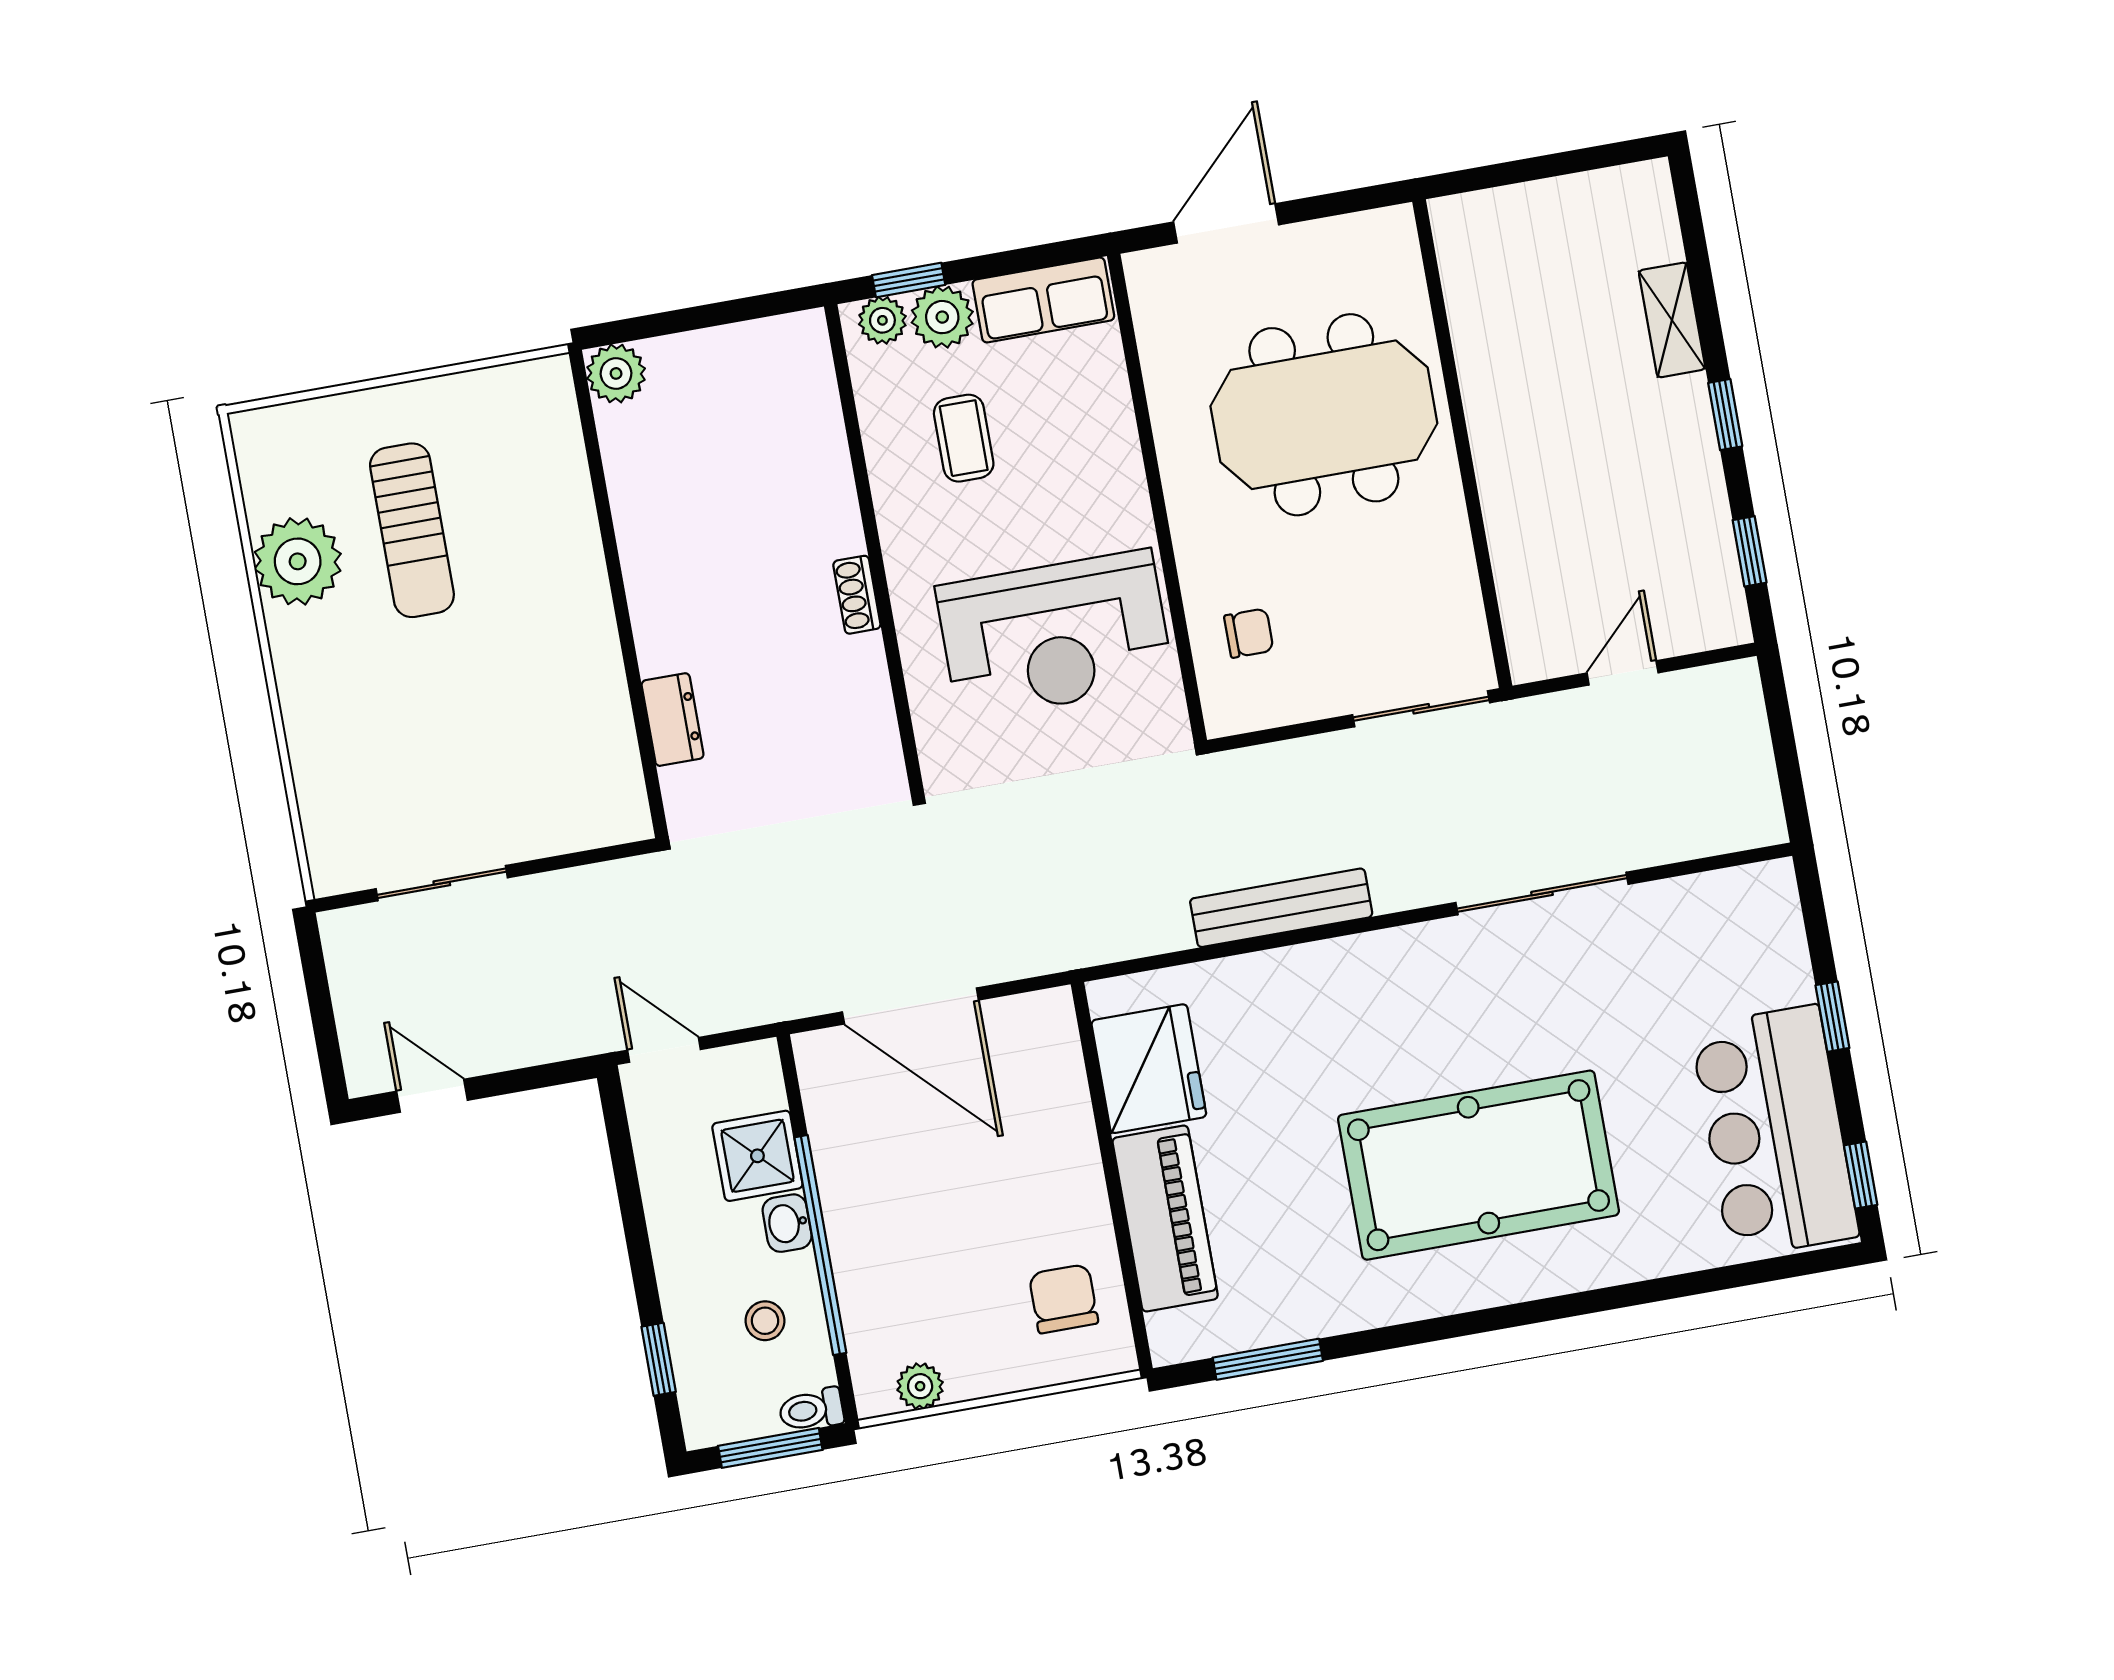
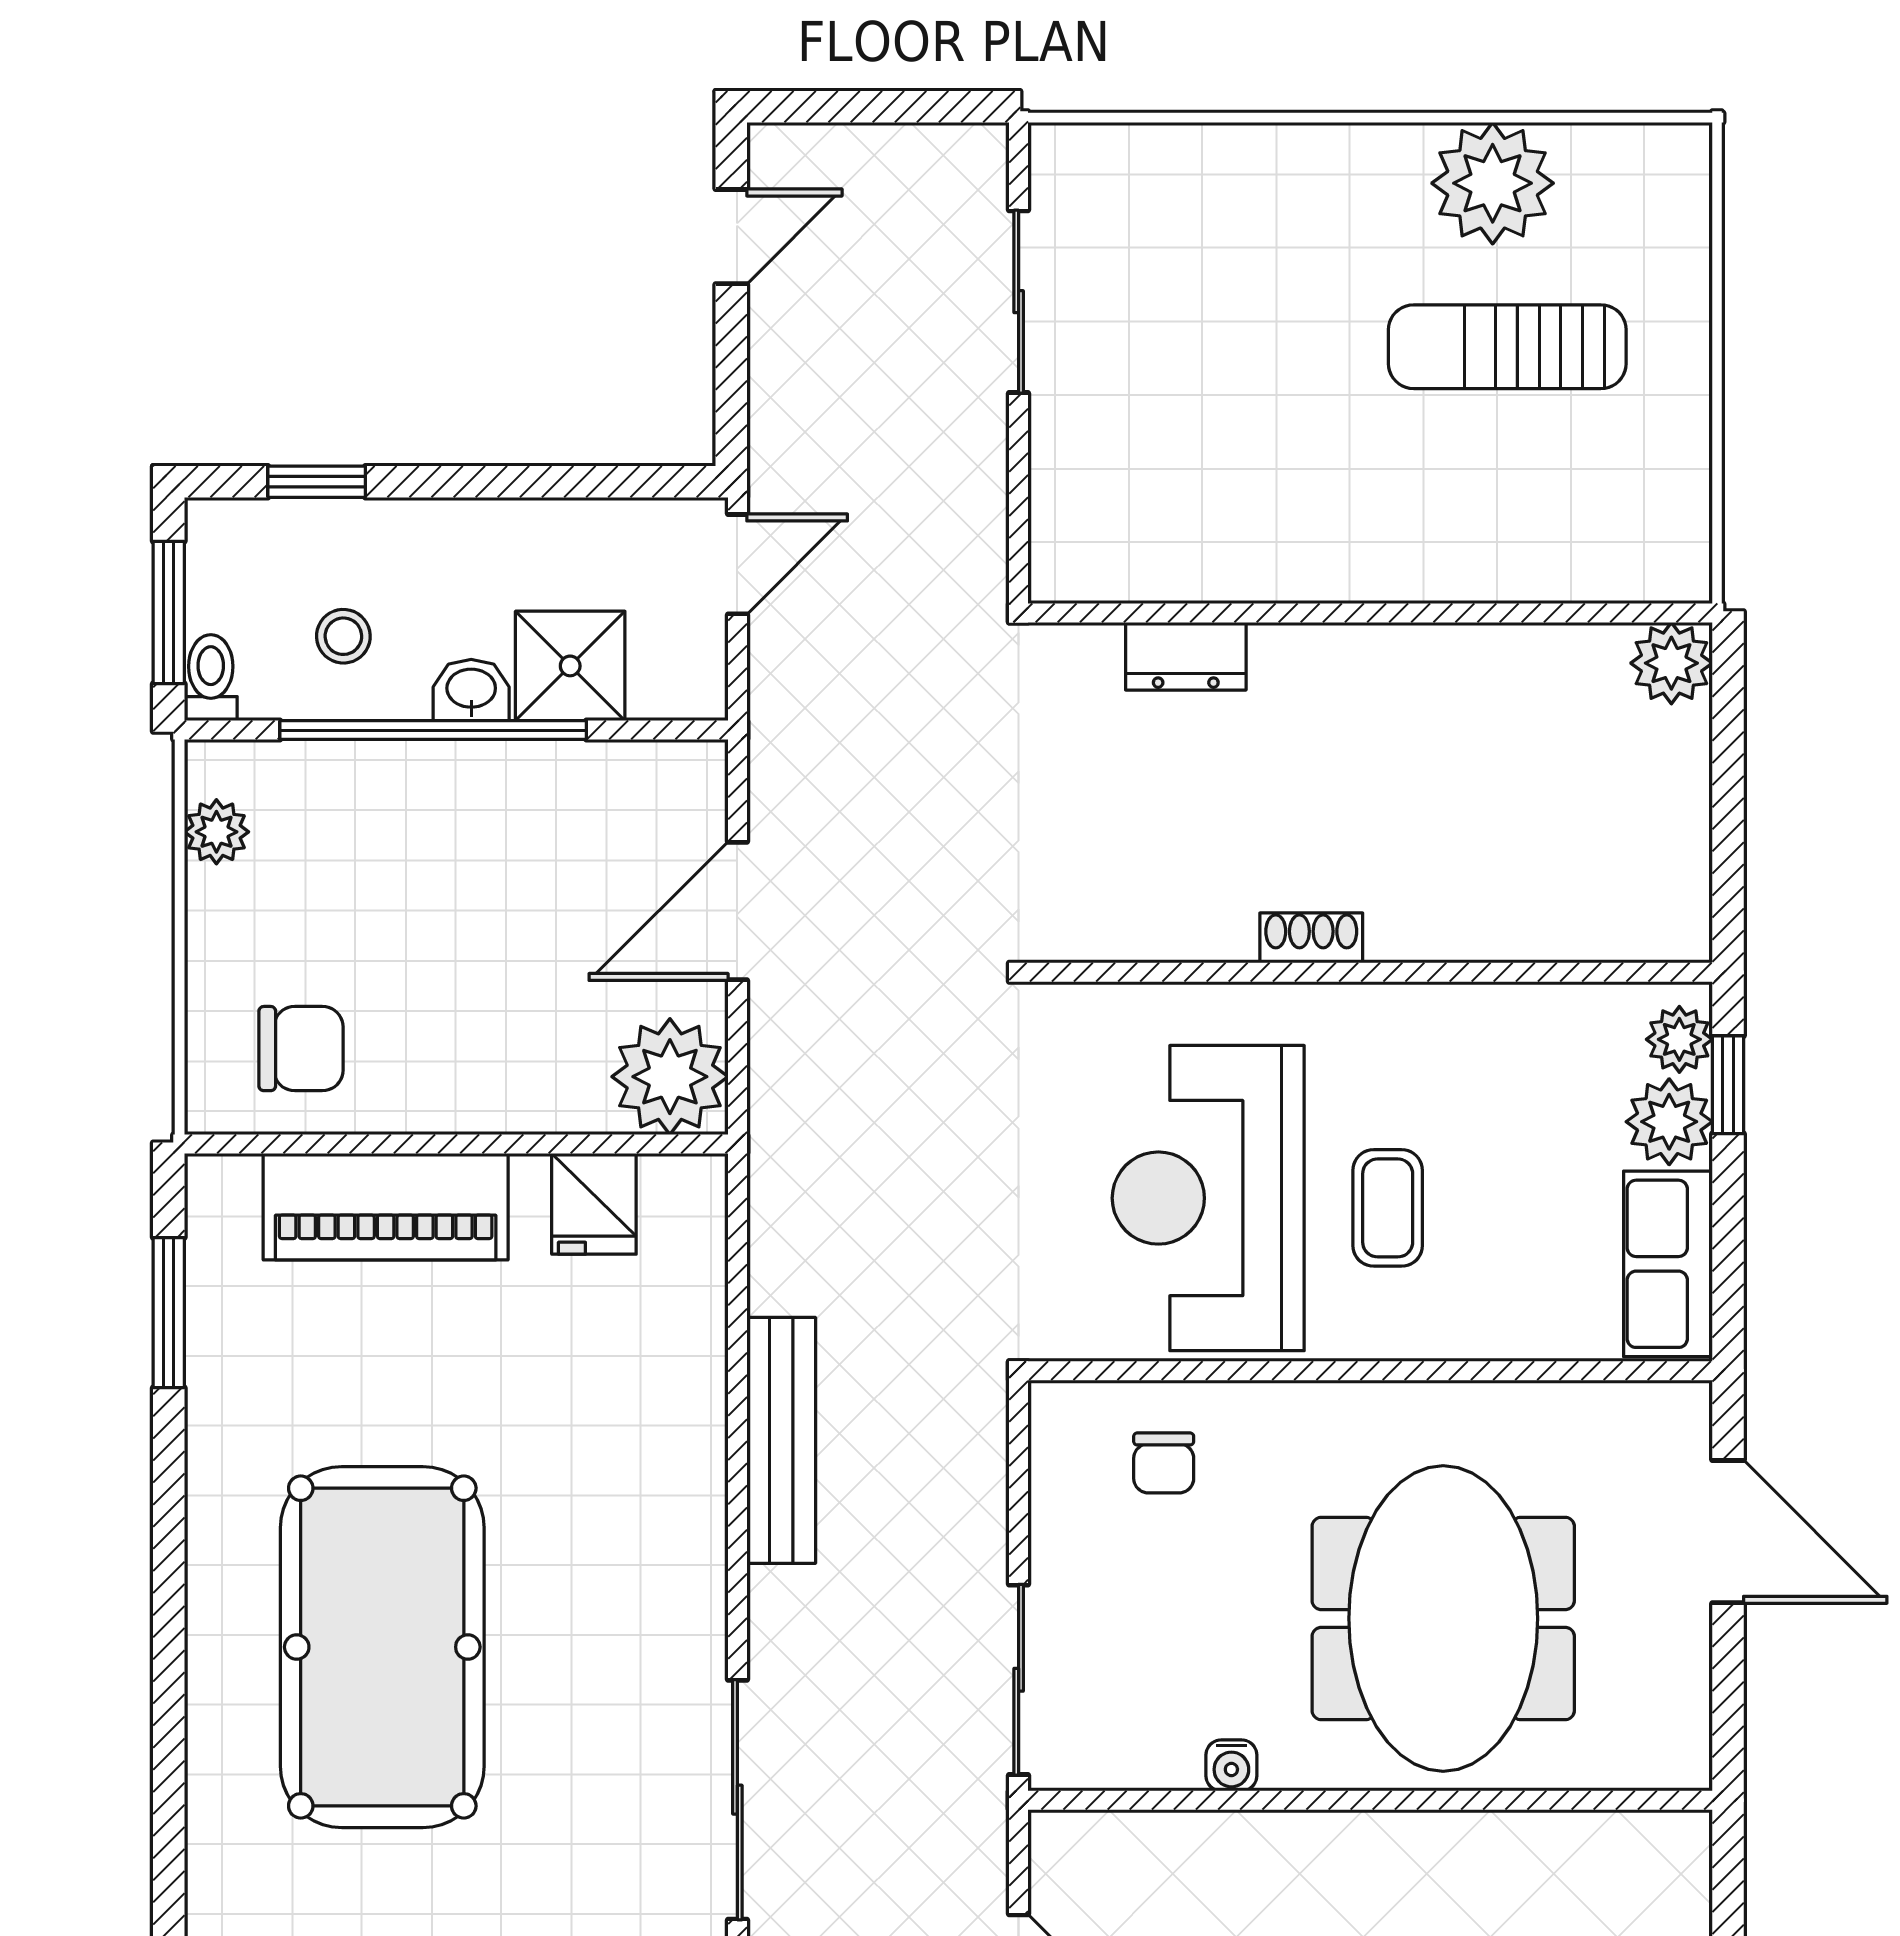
coffee table: (964, 438) -> (1388, 1208), moved, turned 90
water cooler: (1455, 547) -> (1231, 1765), added
door: (910, 1006) -> (737, 911), width x0.73
plant: (1037, 1033) -> (670, 1077), added
fridge: (1149, 1069) -> (594, 1204), width x0.53, depth x0.75

